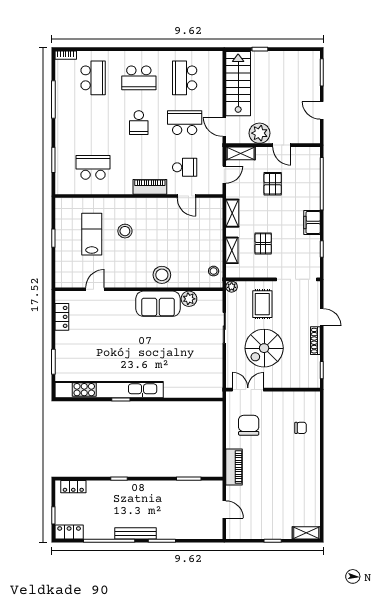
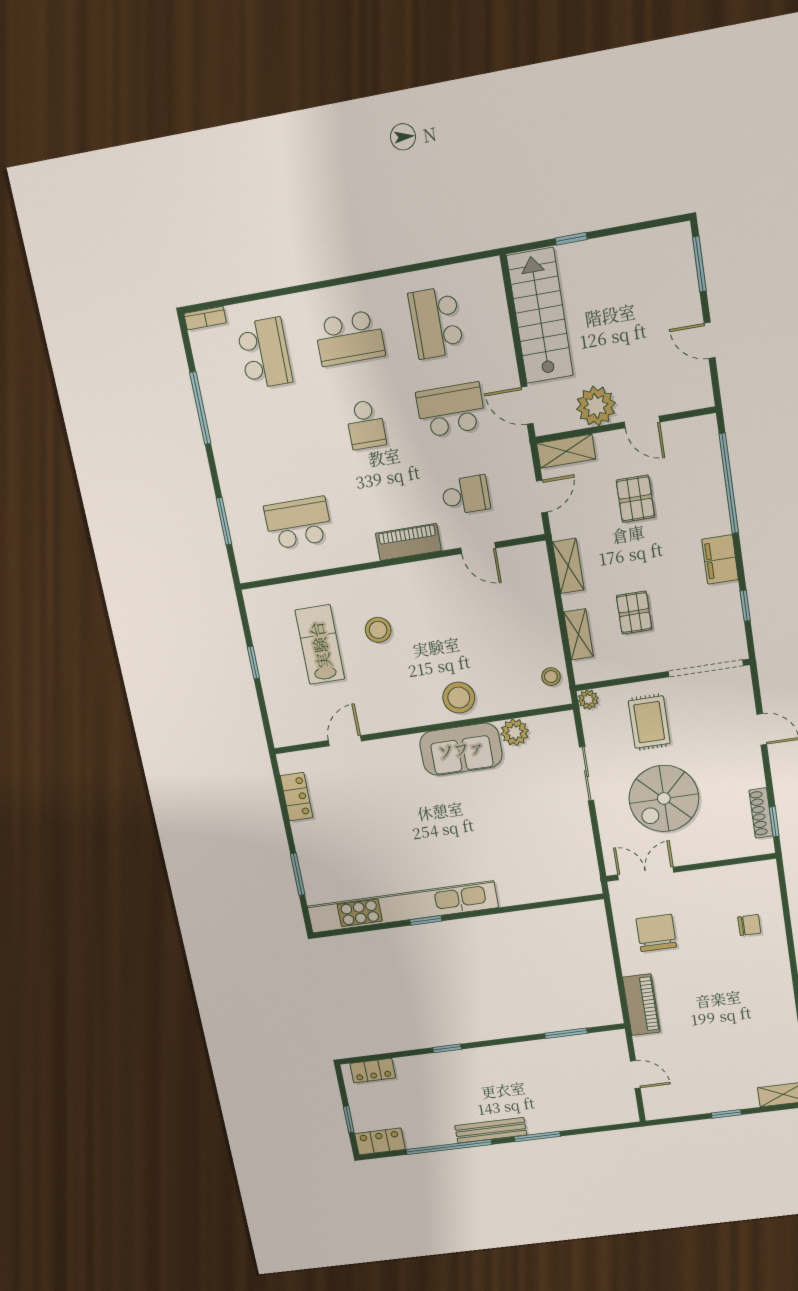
shoe rack: (315, 341) -> (761, 813), moved

